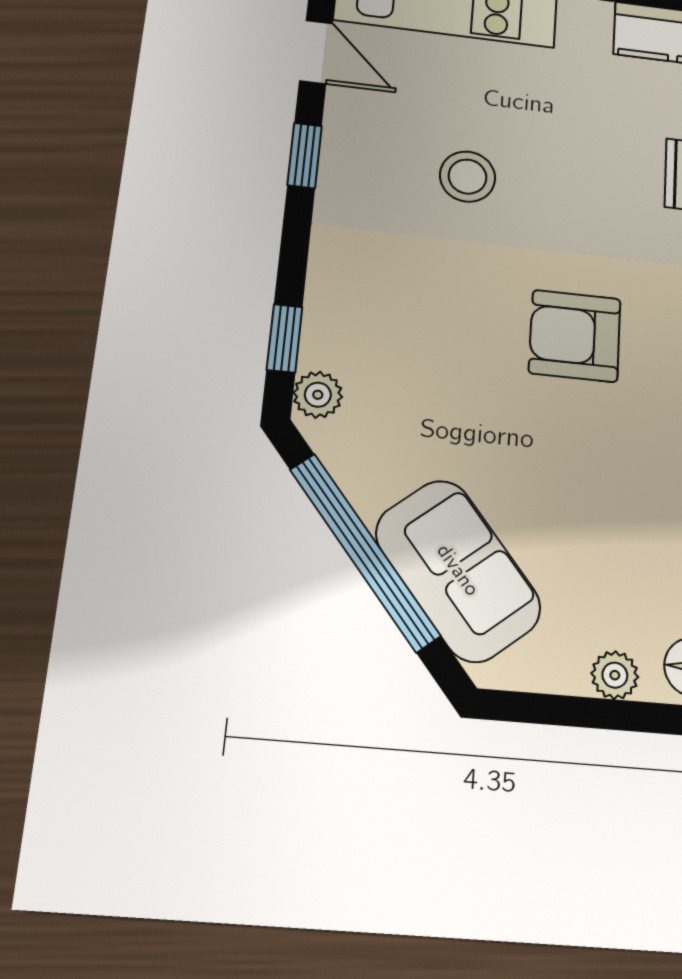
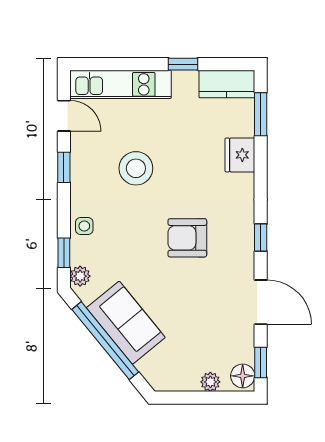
stool: (468, 177) -> (136, 168), width x1.38, depth x1.38
side table: (339, 285) -> (84, 226), added
sofa: (458, 570) -> (126, 323), moved

